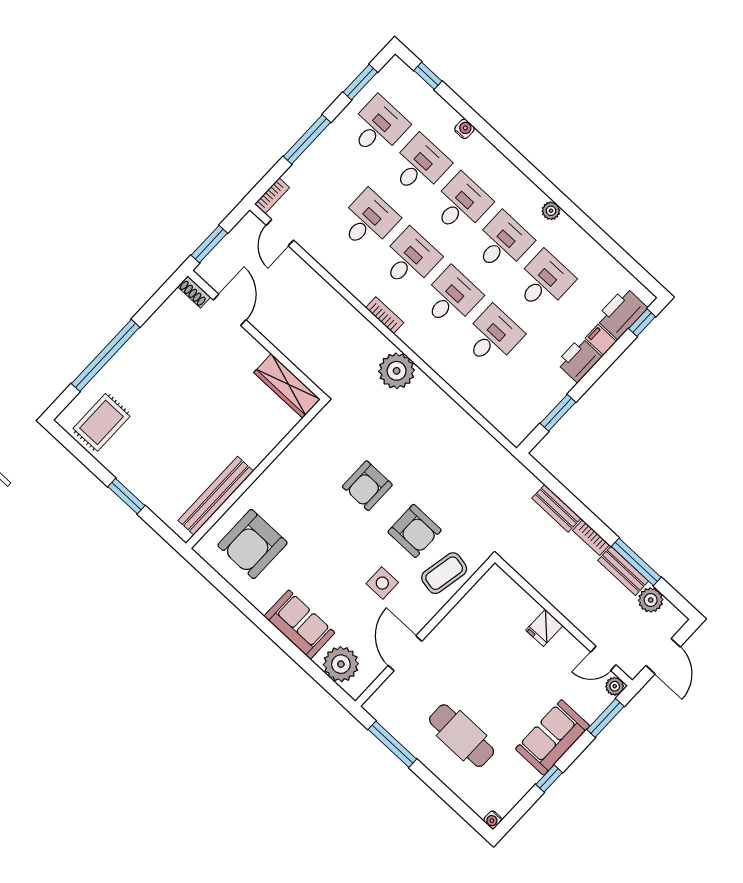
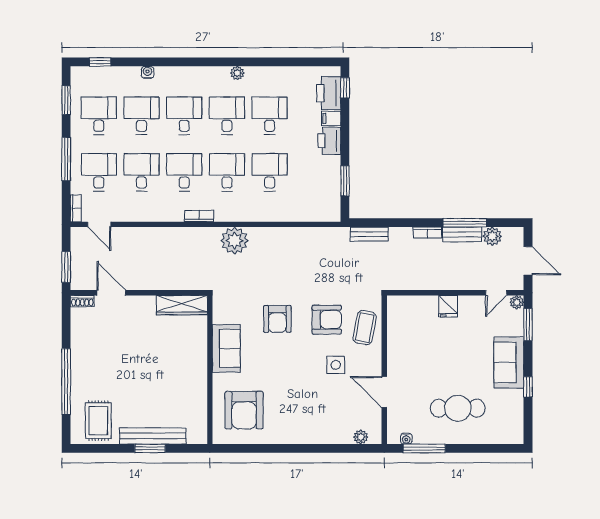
desk: (327, 182) -> (99, 172), added
bench: (216, 496) -> (153, 436), moved, turned 90
bench: (556, 508) -> (369, 234), moved
sofa: (299, 625) -> (226, 348), moved, turned 90
plant: (341, 664) -> (361, 437), width x0.53, depth x0.53
water cooler: (493, 820) -> (406, 439), moved

